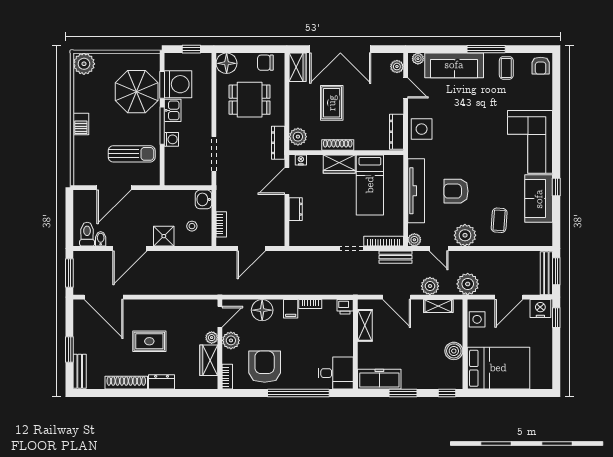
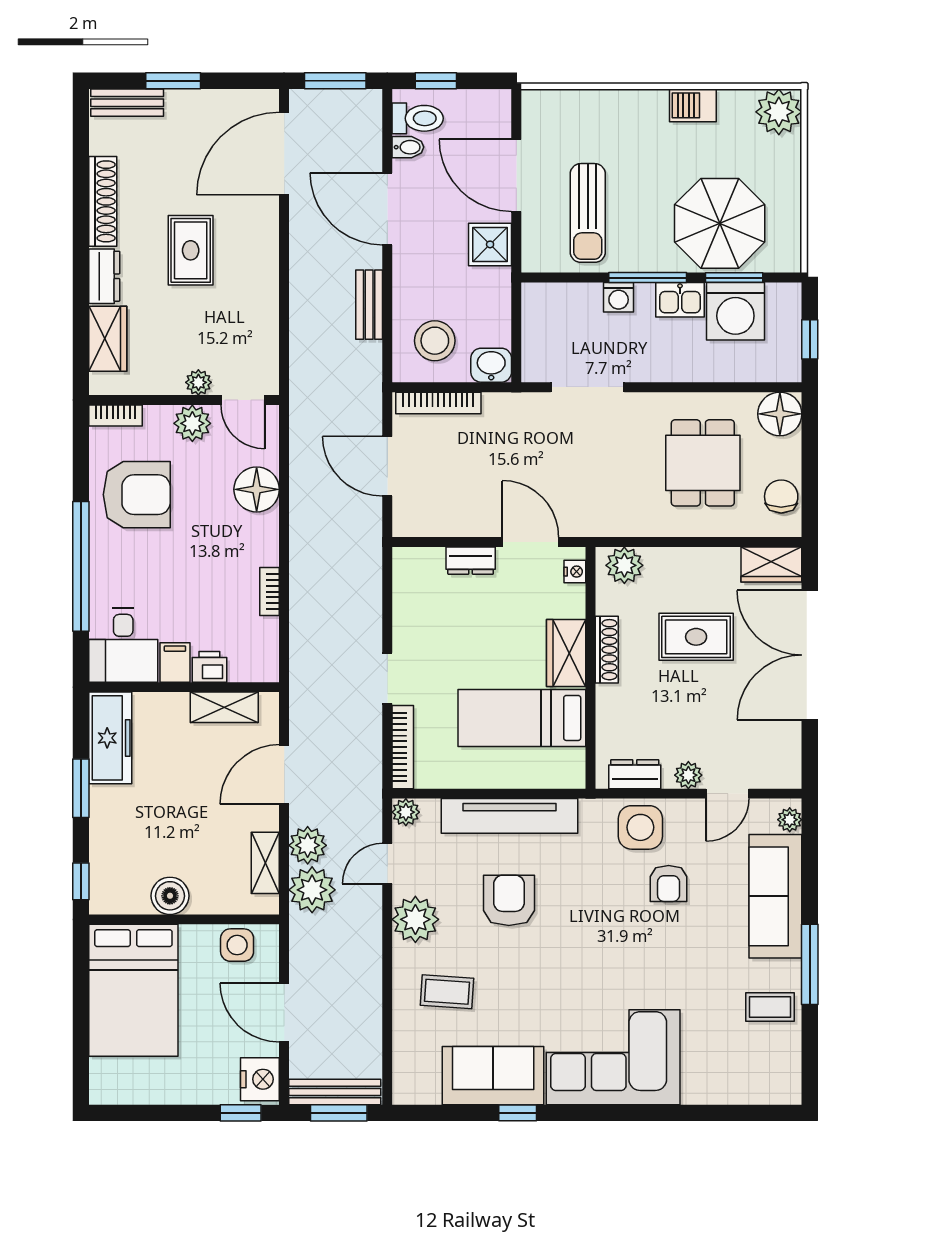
armchair: (541, 66) -> (669, 884), moved, turned -90
plant: (397, 67) -> (688, 775), moved
barbecue: (81, 124) -> (693, 105), moved
dresser: (396, 132) -> (635, 774), width x0.70
dresser: (278, 143) -> (611, 523), removed
bookcase: (221, 224) -> (438, 403), width x1.56
window: (69, 226) -> (436, 81), added
stool: (192, 226) -> (435, 341), width x1.89, depth x1.89
shower: (164, 236) -> (490, 244), moved
bench: (395, 257) -> (369, 305), moved
plant: (468, 284) -> (312, 890), moved
printer: (345, 307) -> (209, 667), moved, turned 90
filing cabinet: (291, 309) -> (175, 662), moved, turned 90
wardrobe: (209, 360) -> (108, 339), moved, turned 90

